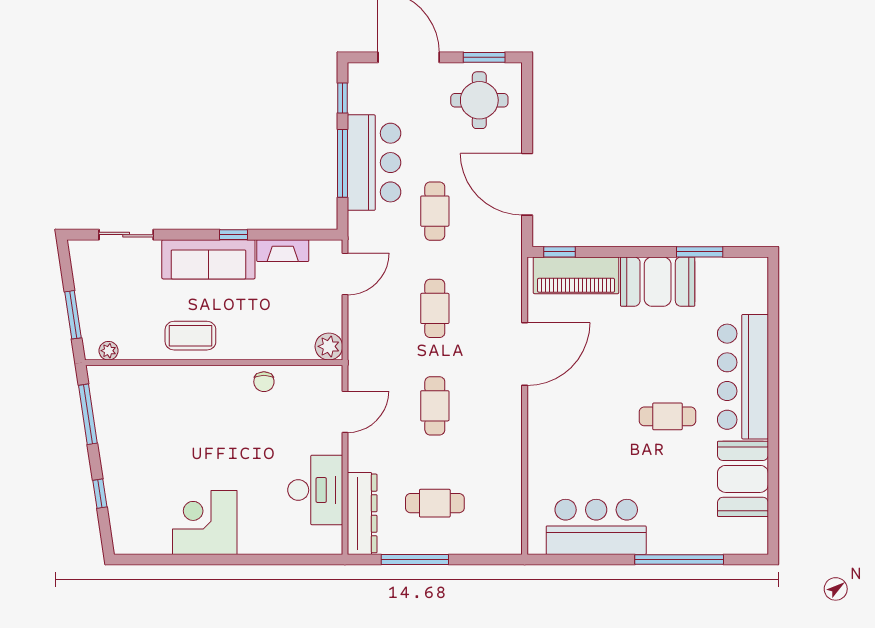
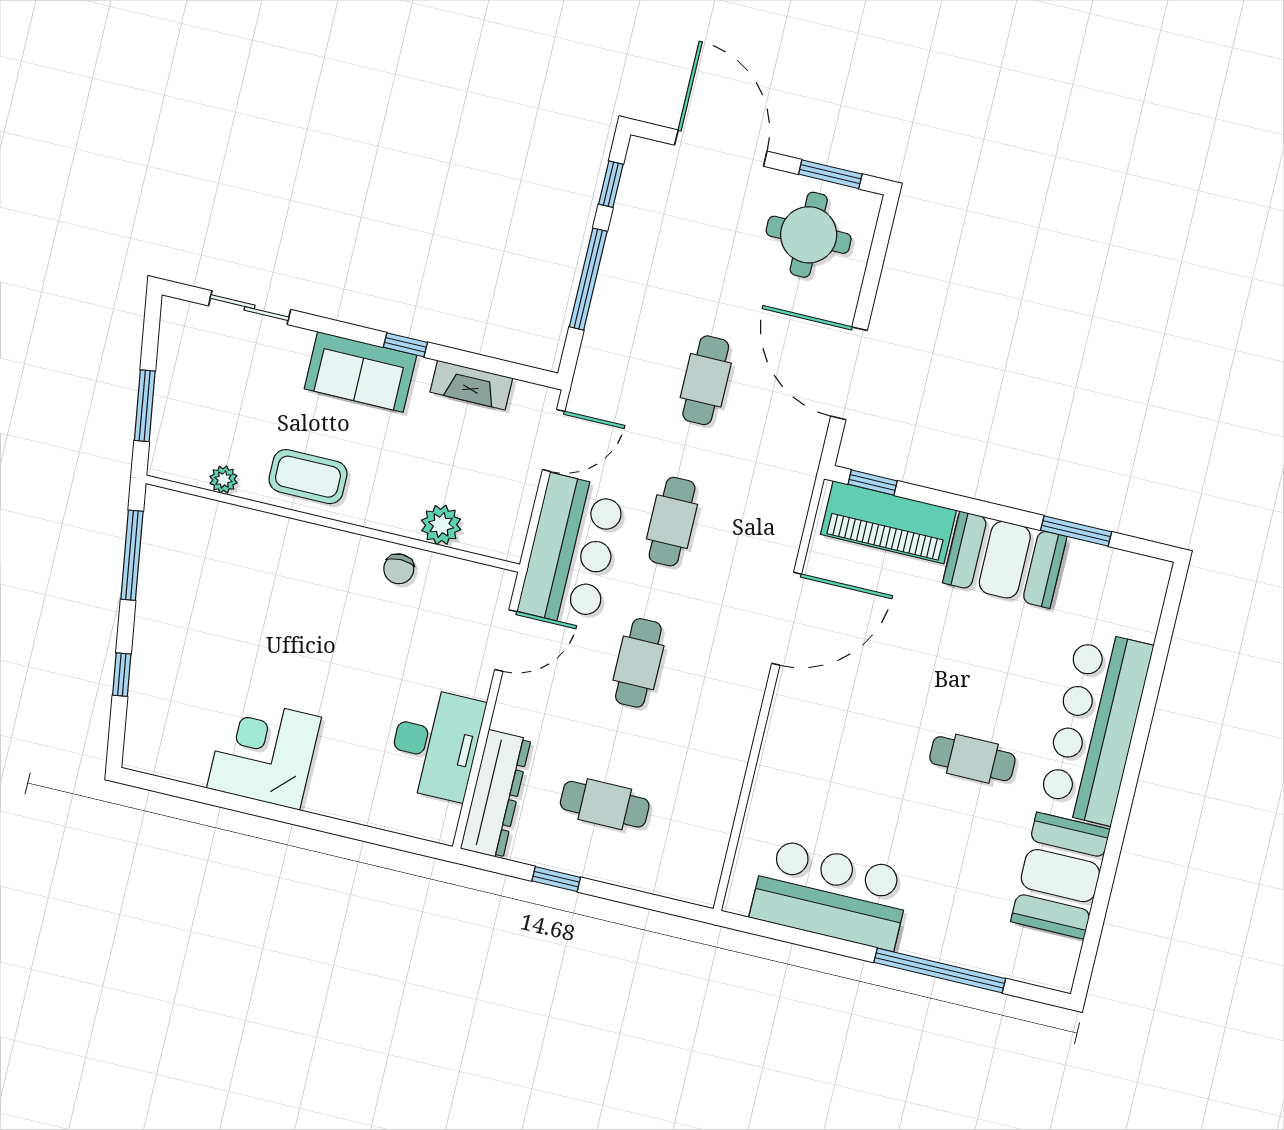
bar counter: (374, 163) -> (572, 551), moved
sofa: (208, 259) -> (360, 372), width x0.73
plant: (329, 346) -> (441, 525), moved
plant: (108, 351) -> (223, 480), moved
window: (415, 560) -> (556, 879), width x0.46

